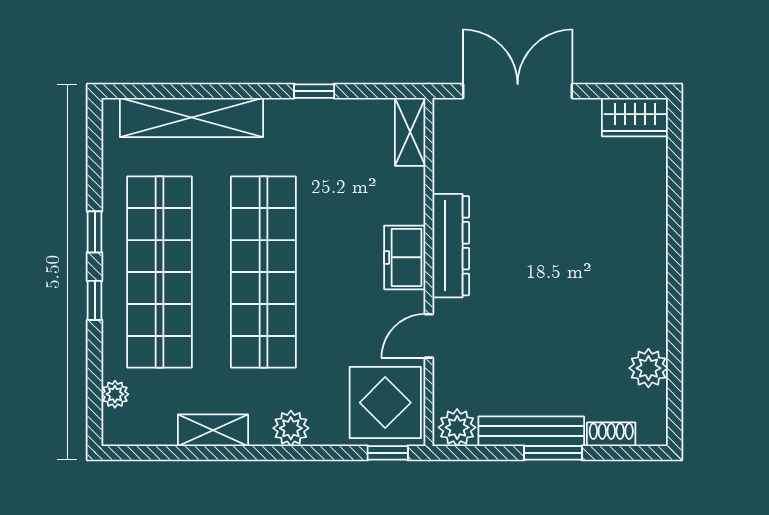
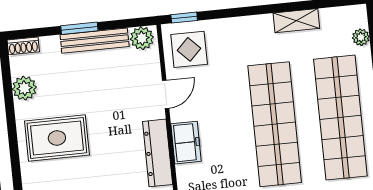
rug: (606, 285) -> (57, 138), added
display table: (385, 403) -> (189, 49), width x0.73, depth x0.73
plant: (291, 428) -> (247, 27), removed
shoe rack: (611, 434) -> (23, 46), moved

